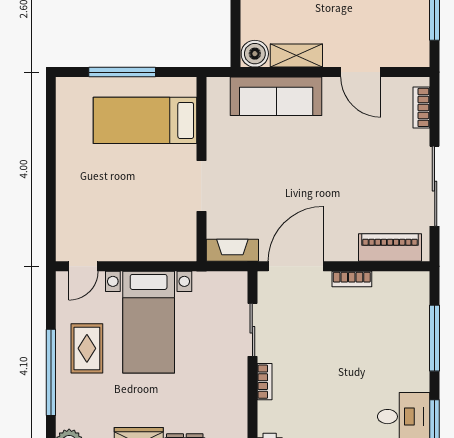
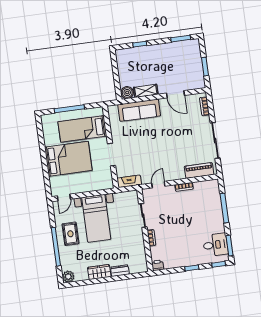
bed: (105, 182) -> (68, 159), added
door: (296, 266) -> (158, 185), width x0.53

